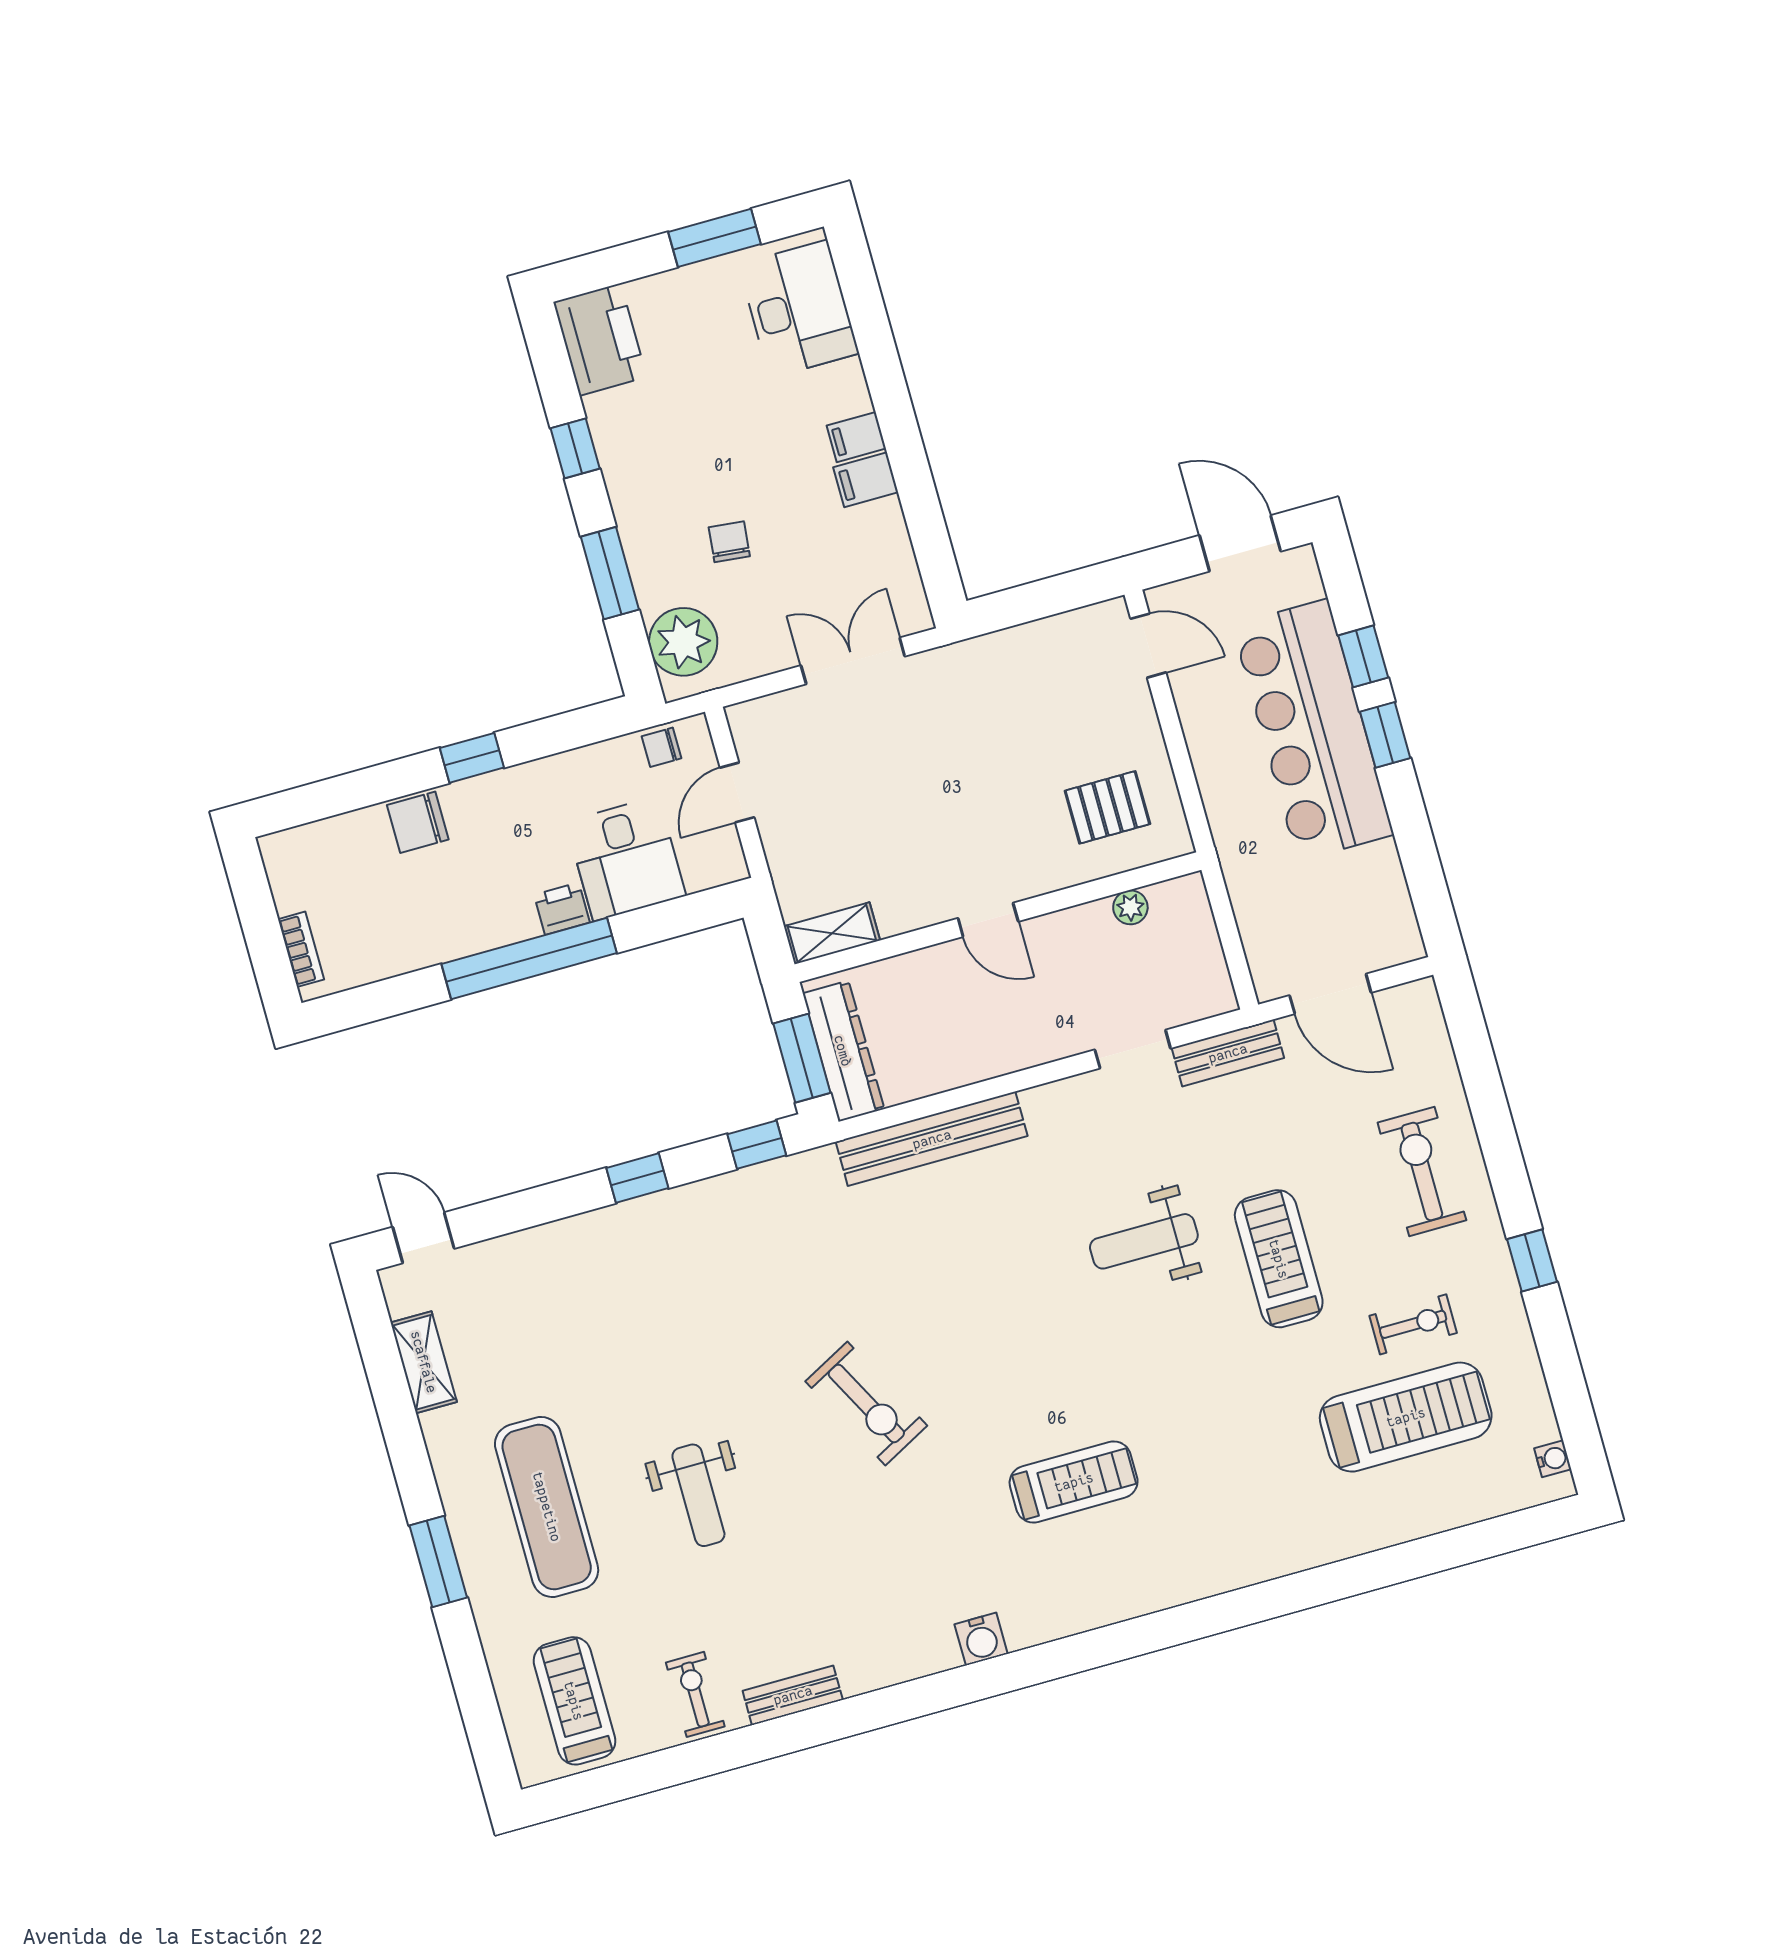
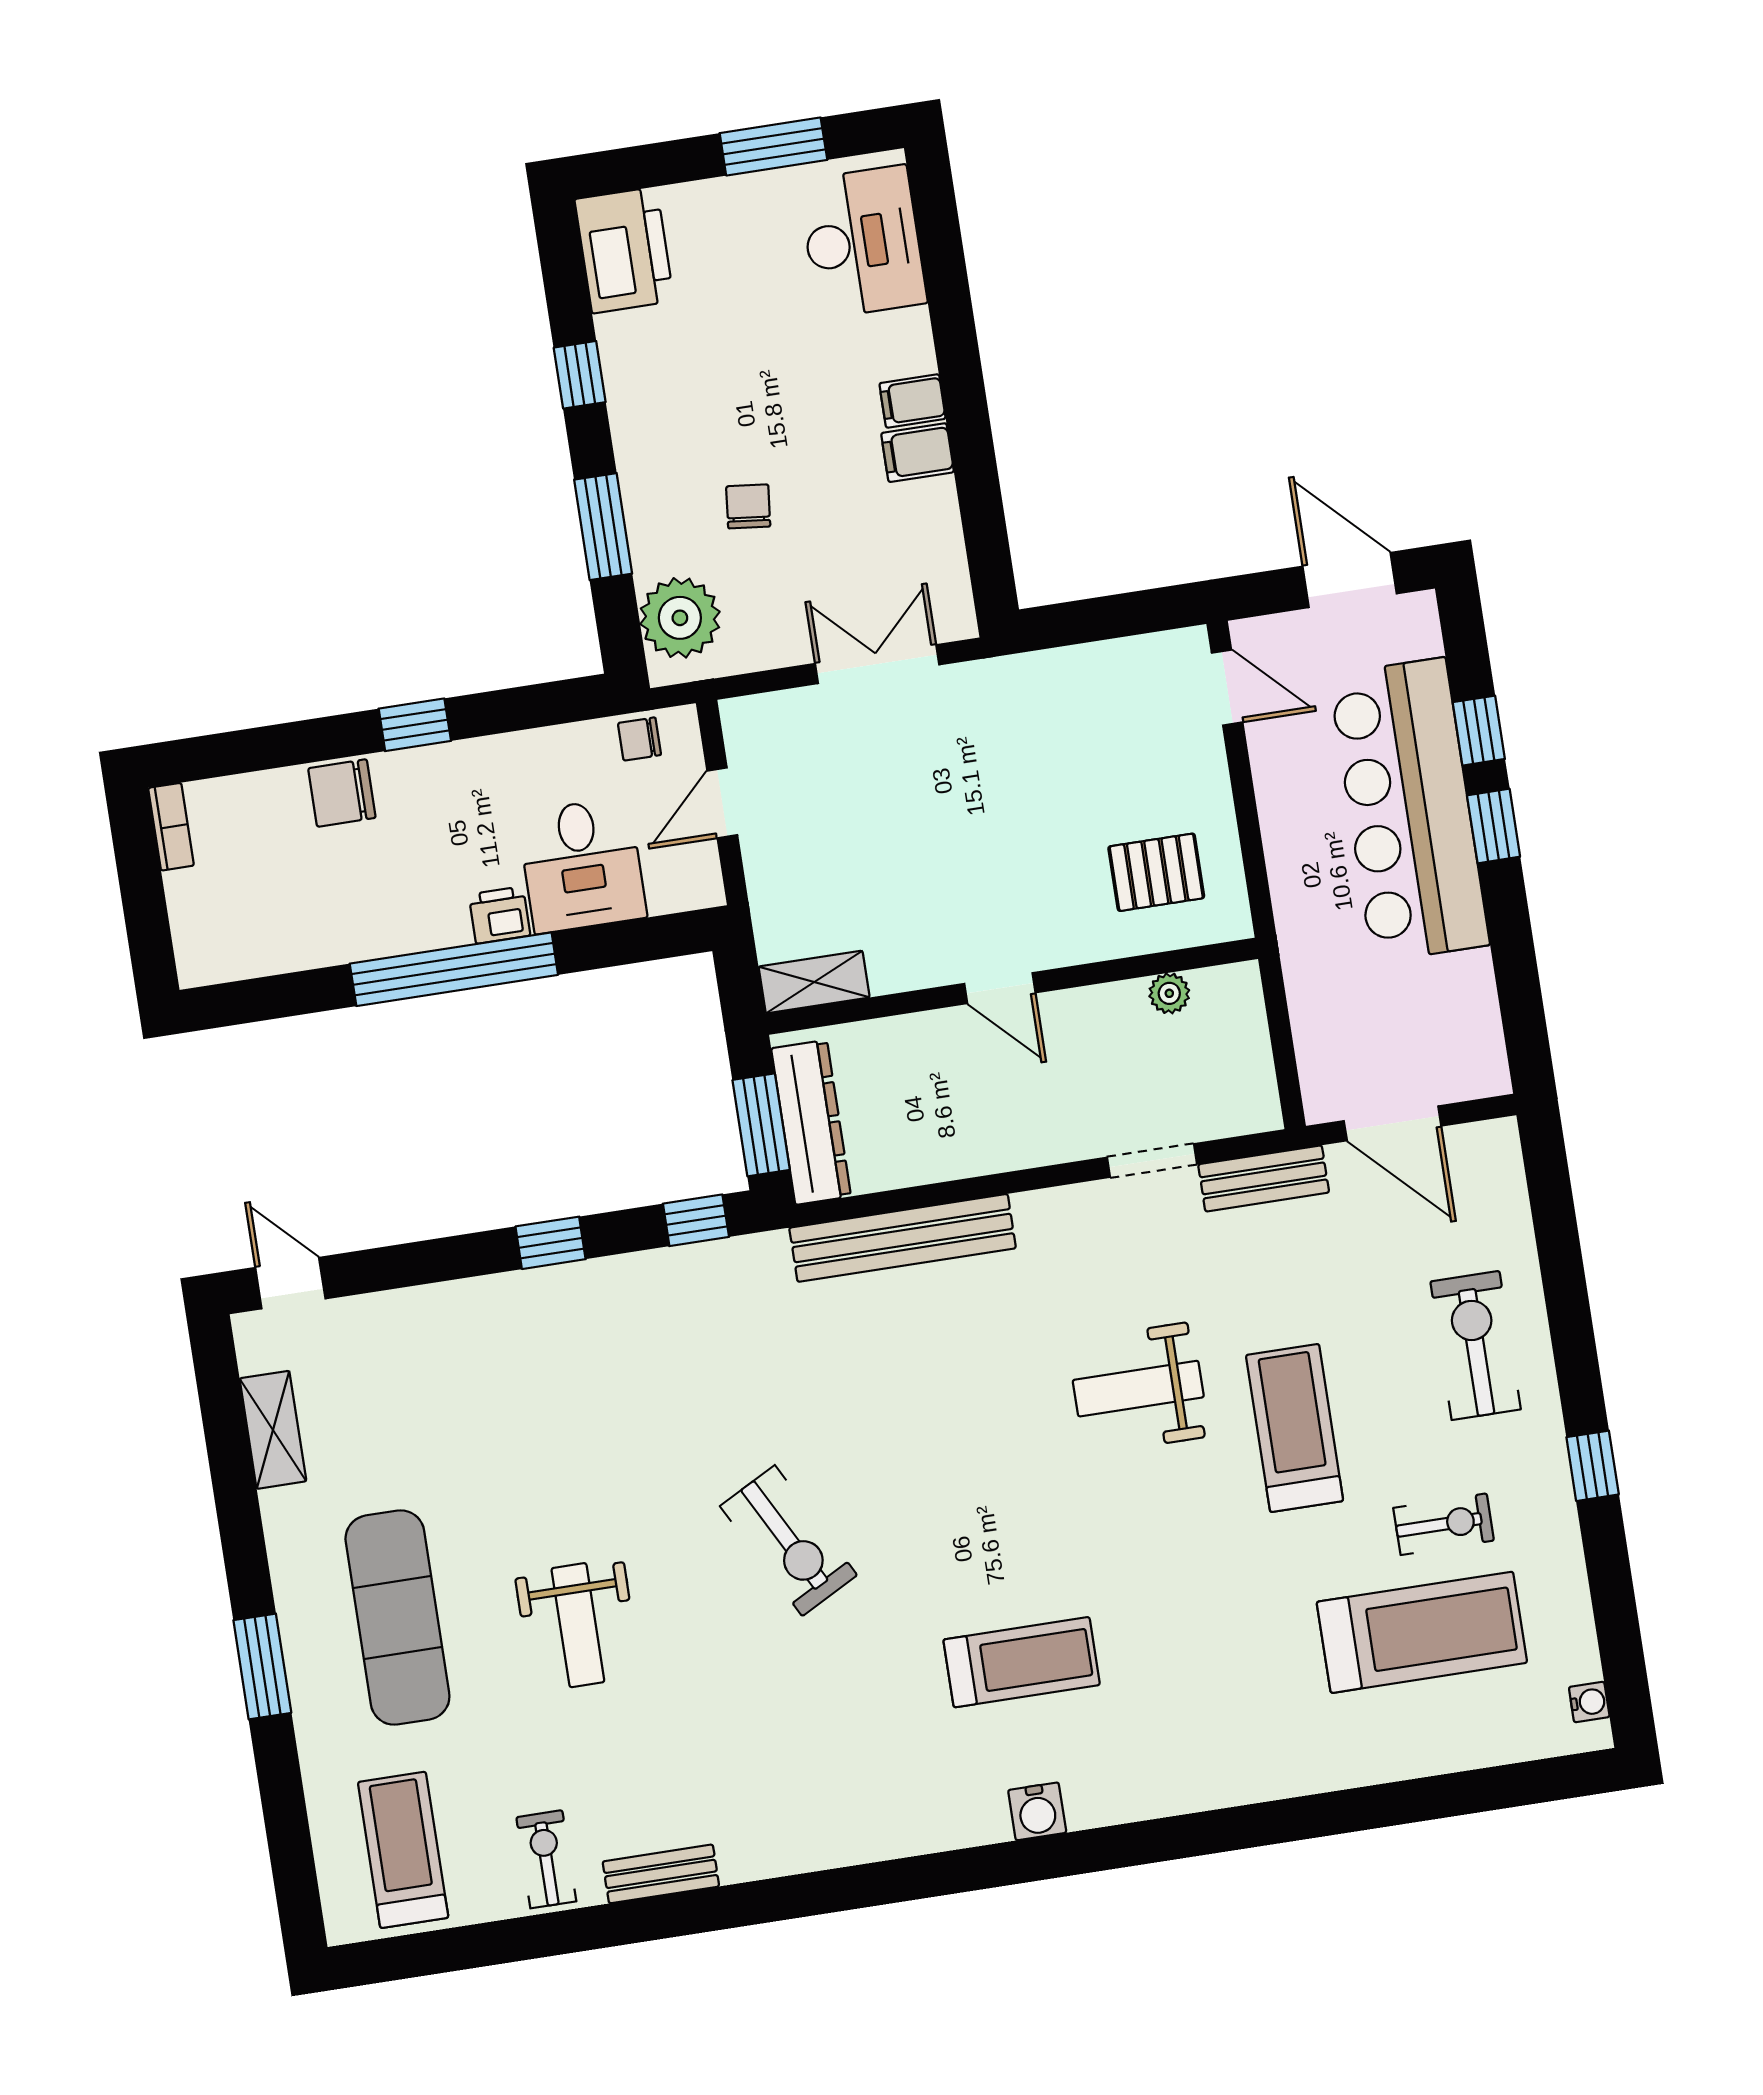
bookcase: (301, 949) -> (171, 827), moved
water cooler: (981, 1639) -> (1037, 1811), moved

